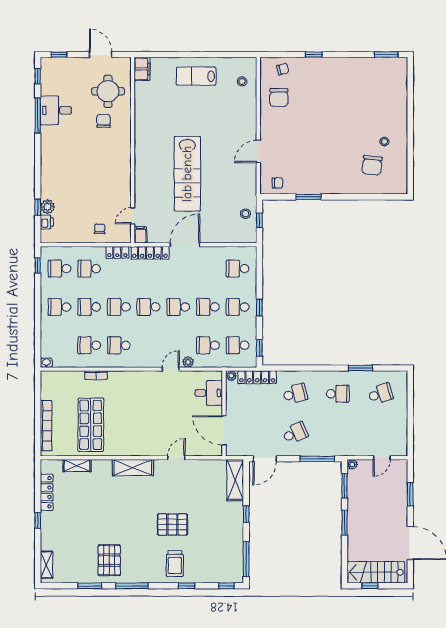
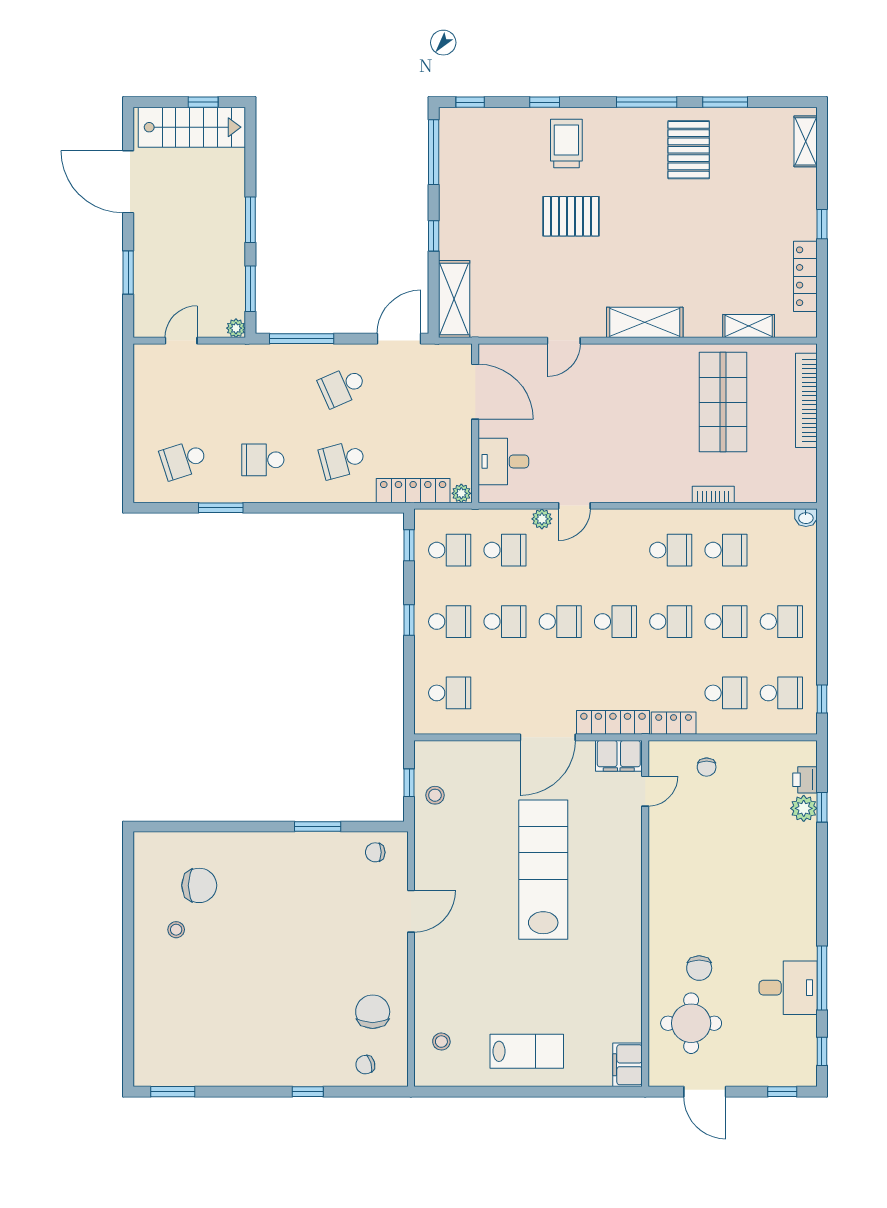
chair: (372, 165) -> (199, 885), turned 83
filing cabinet: (140, 235) -> (619, 756), width x2.00

